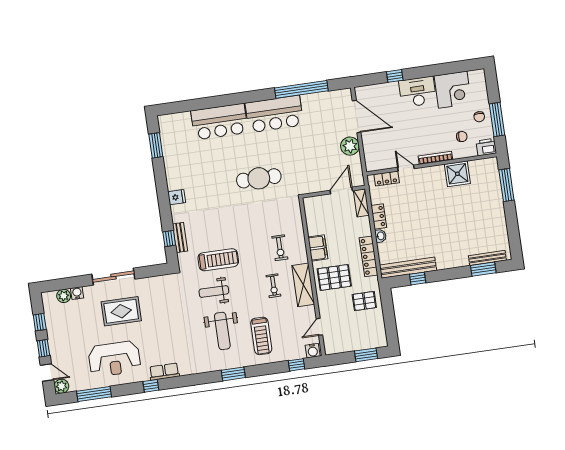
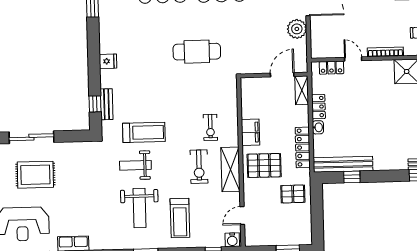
exercise bike: (273, 286) -> (199, 167), width x1.38, depth x1.39

